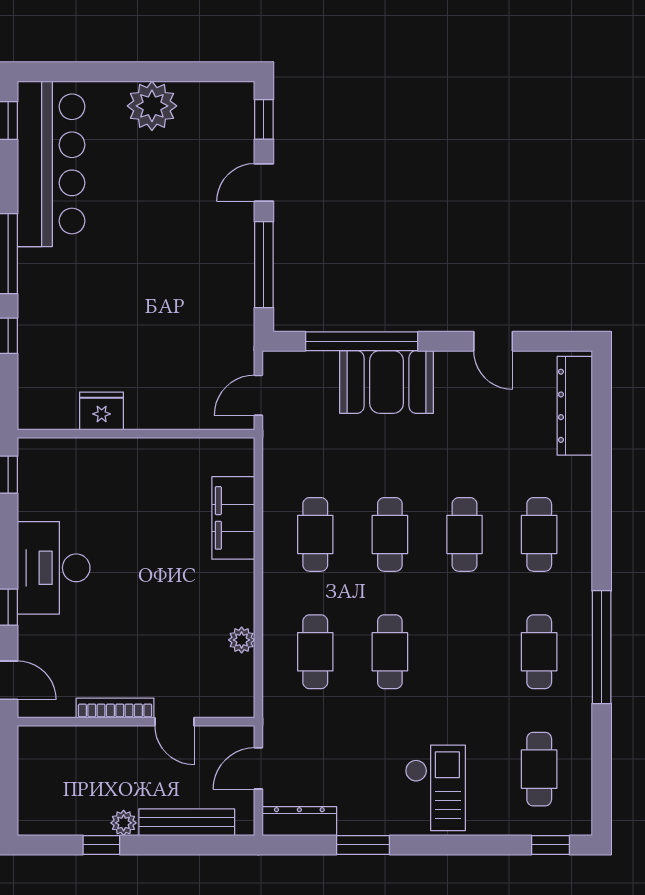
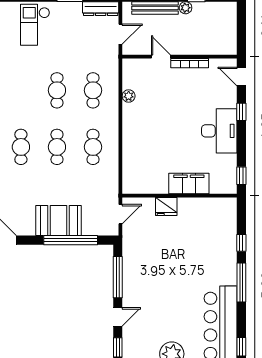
fridge: (102, 411) -> (166, 207), moved
filing cabinet: (233, 518) -> (189, 184), moved, turned -90

